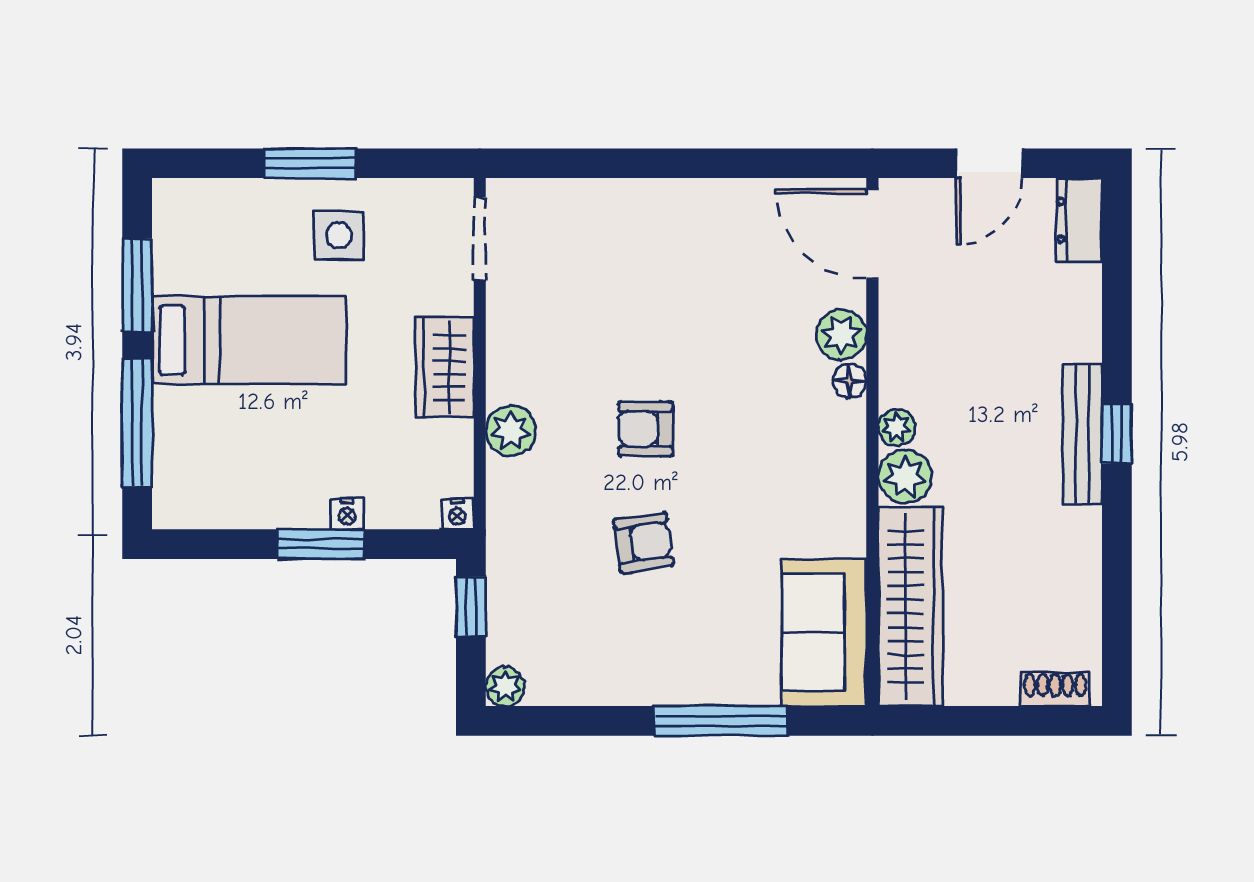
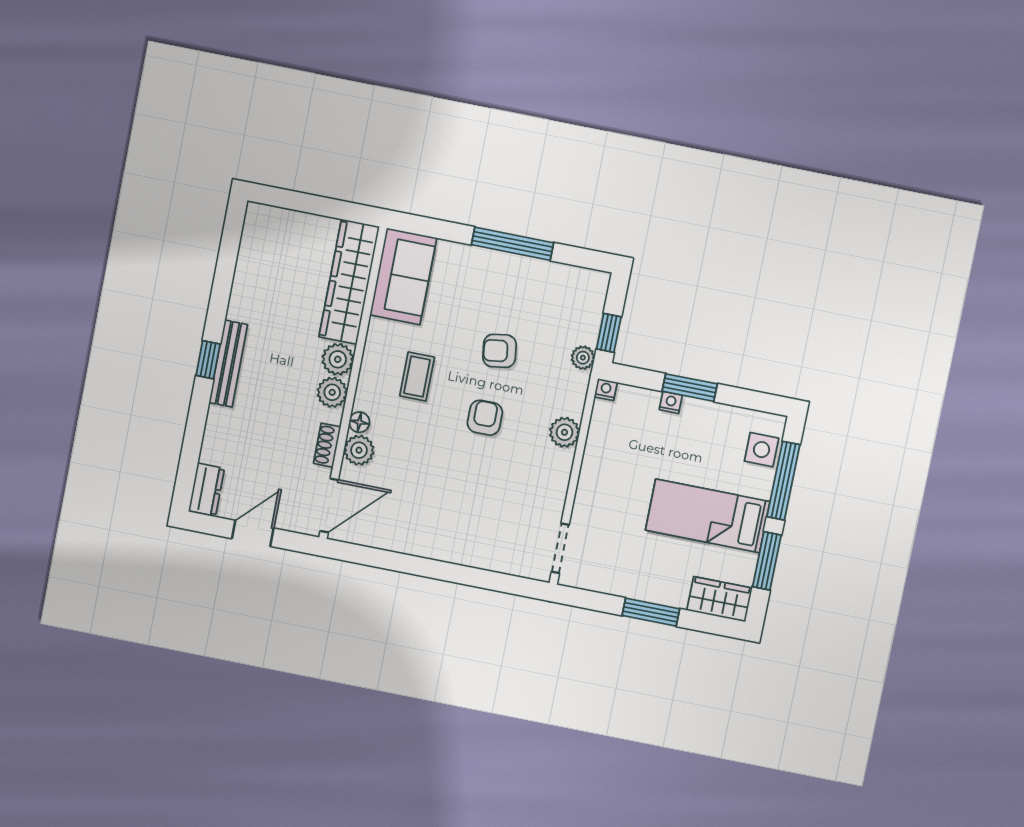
door: (872, 234) -> (329, 506), hinge flipped
side table: (339, 235) -> (762, 450), moved
wardrobe: (445, 367) -> (719, 599), moved, turned -90
plant: (897, 428) -> (332, 392), width x1.38, depth x1.38
armchair: (646, 429) -> (485, 418), turned -90
coffee table: (770, 474) -> (417, 377), added
plant: (505, 687) -> (583, 358), moved
shoe rack: (1055, 689) -> (327, 445), moved, turned 90
window: (721, 721) -> (512, 244), moved

